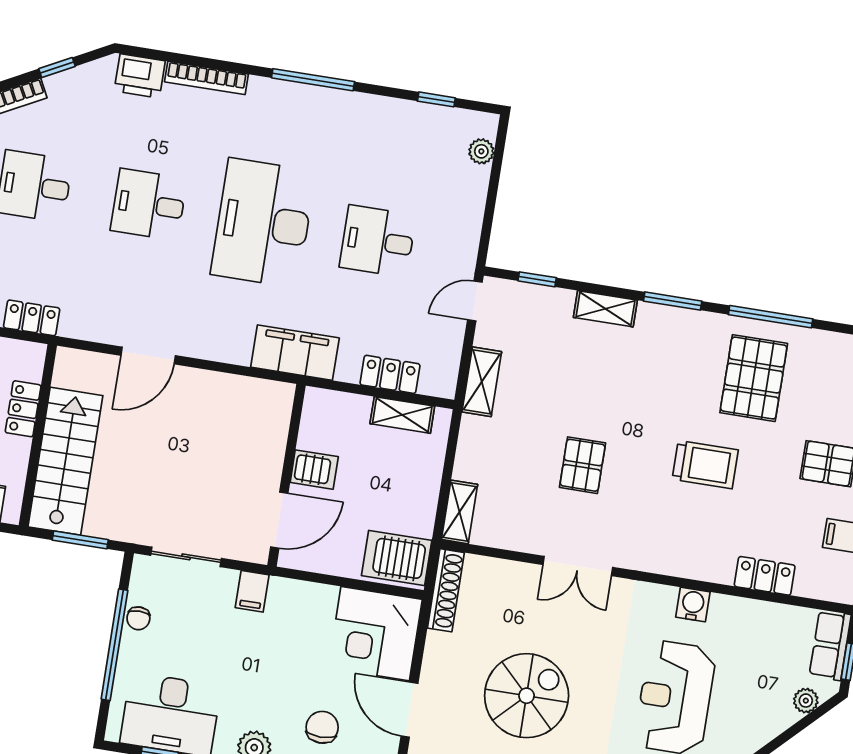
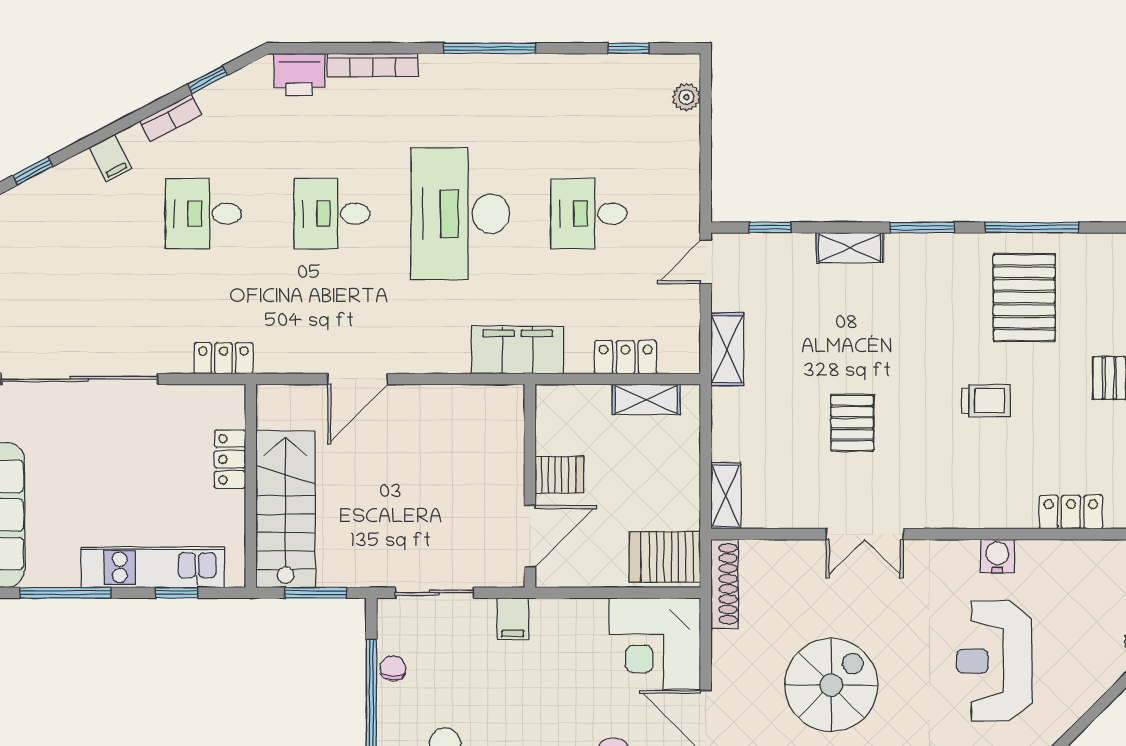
trolley: (705, 465) -> (986, 401), width x0.73, depth x0.72
chair: (138, 618) -> (393, 668), turned 180

